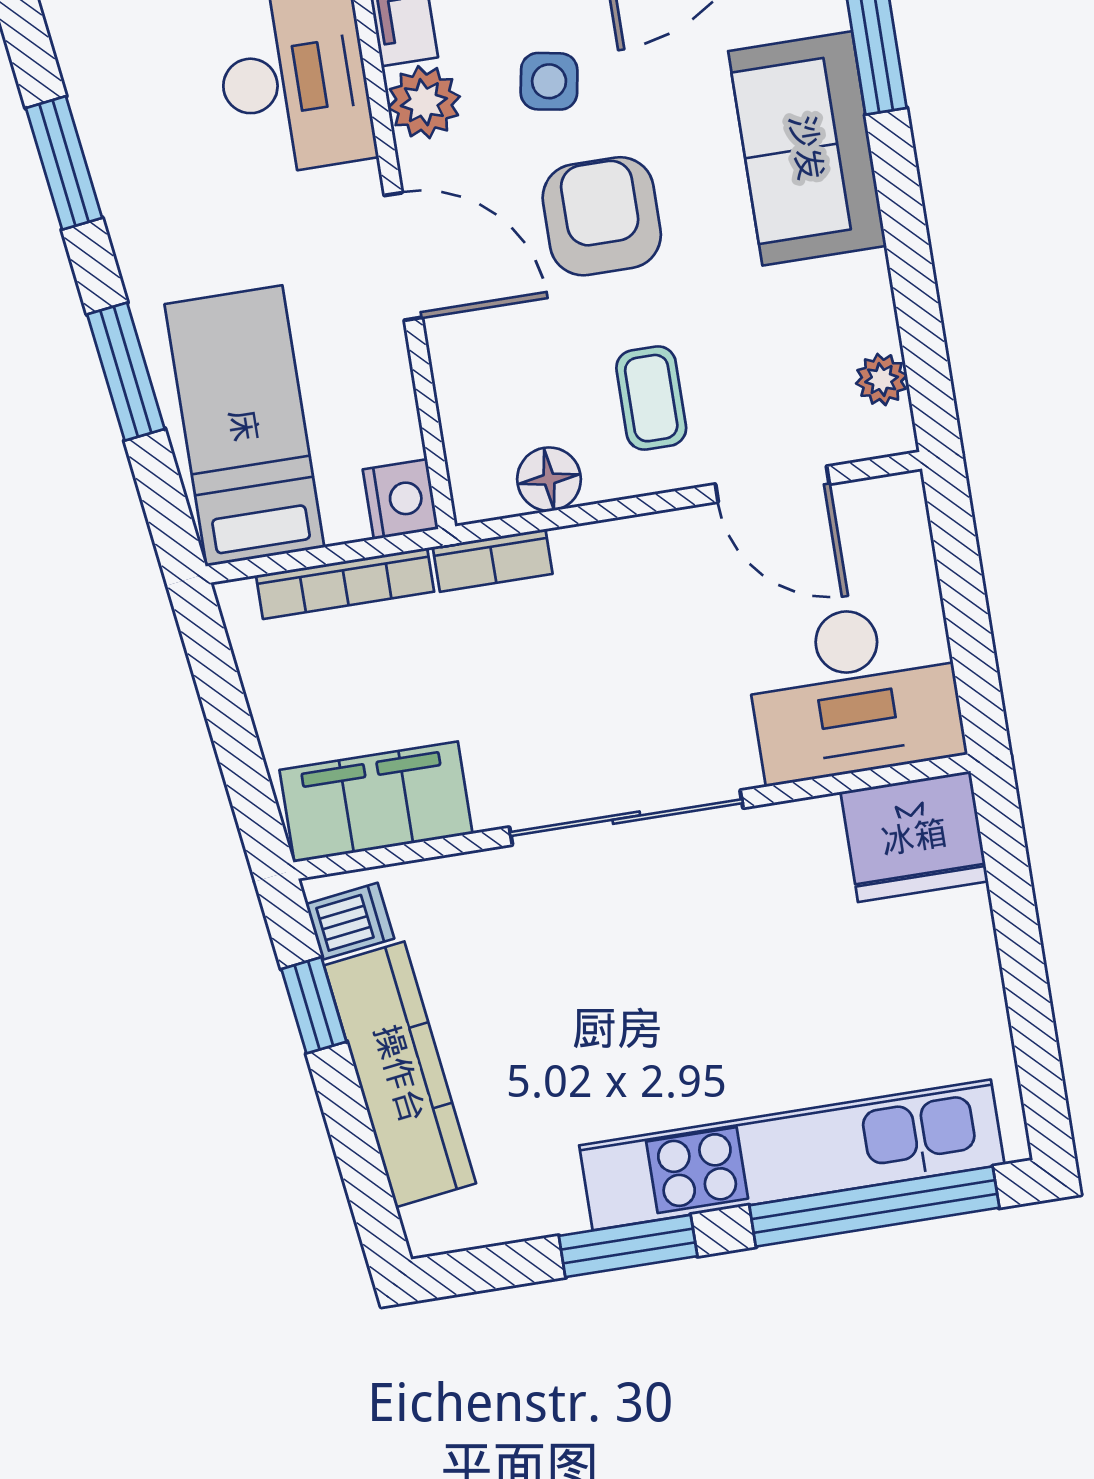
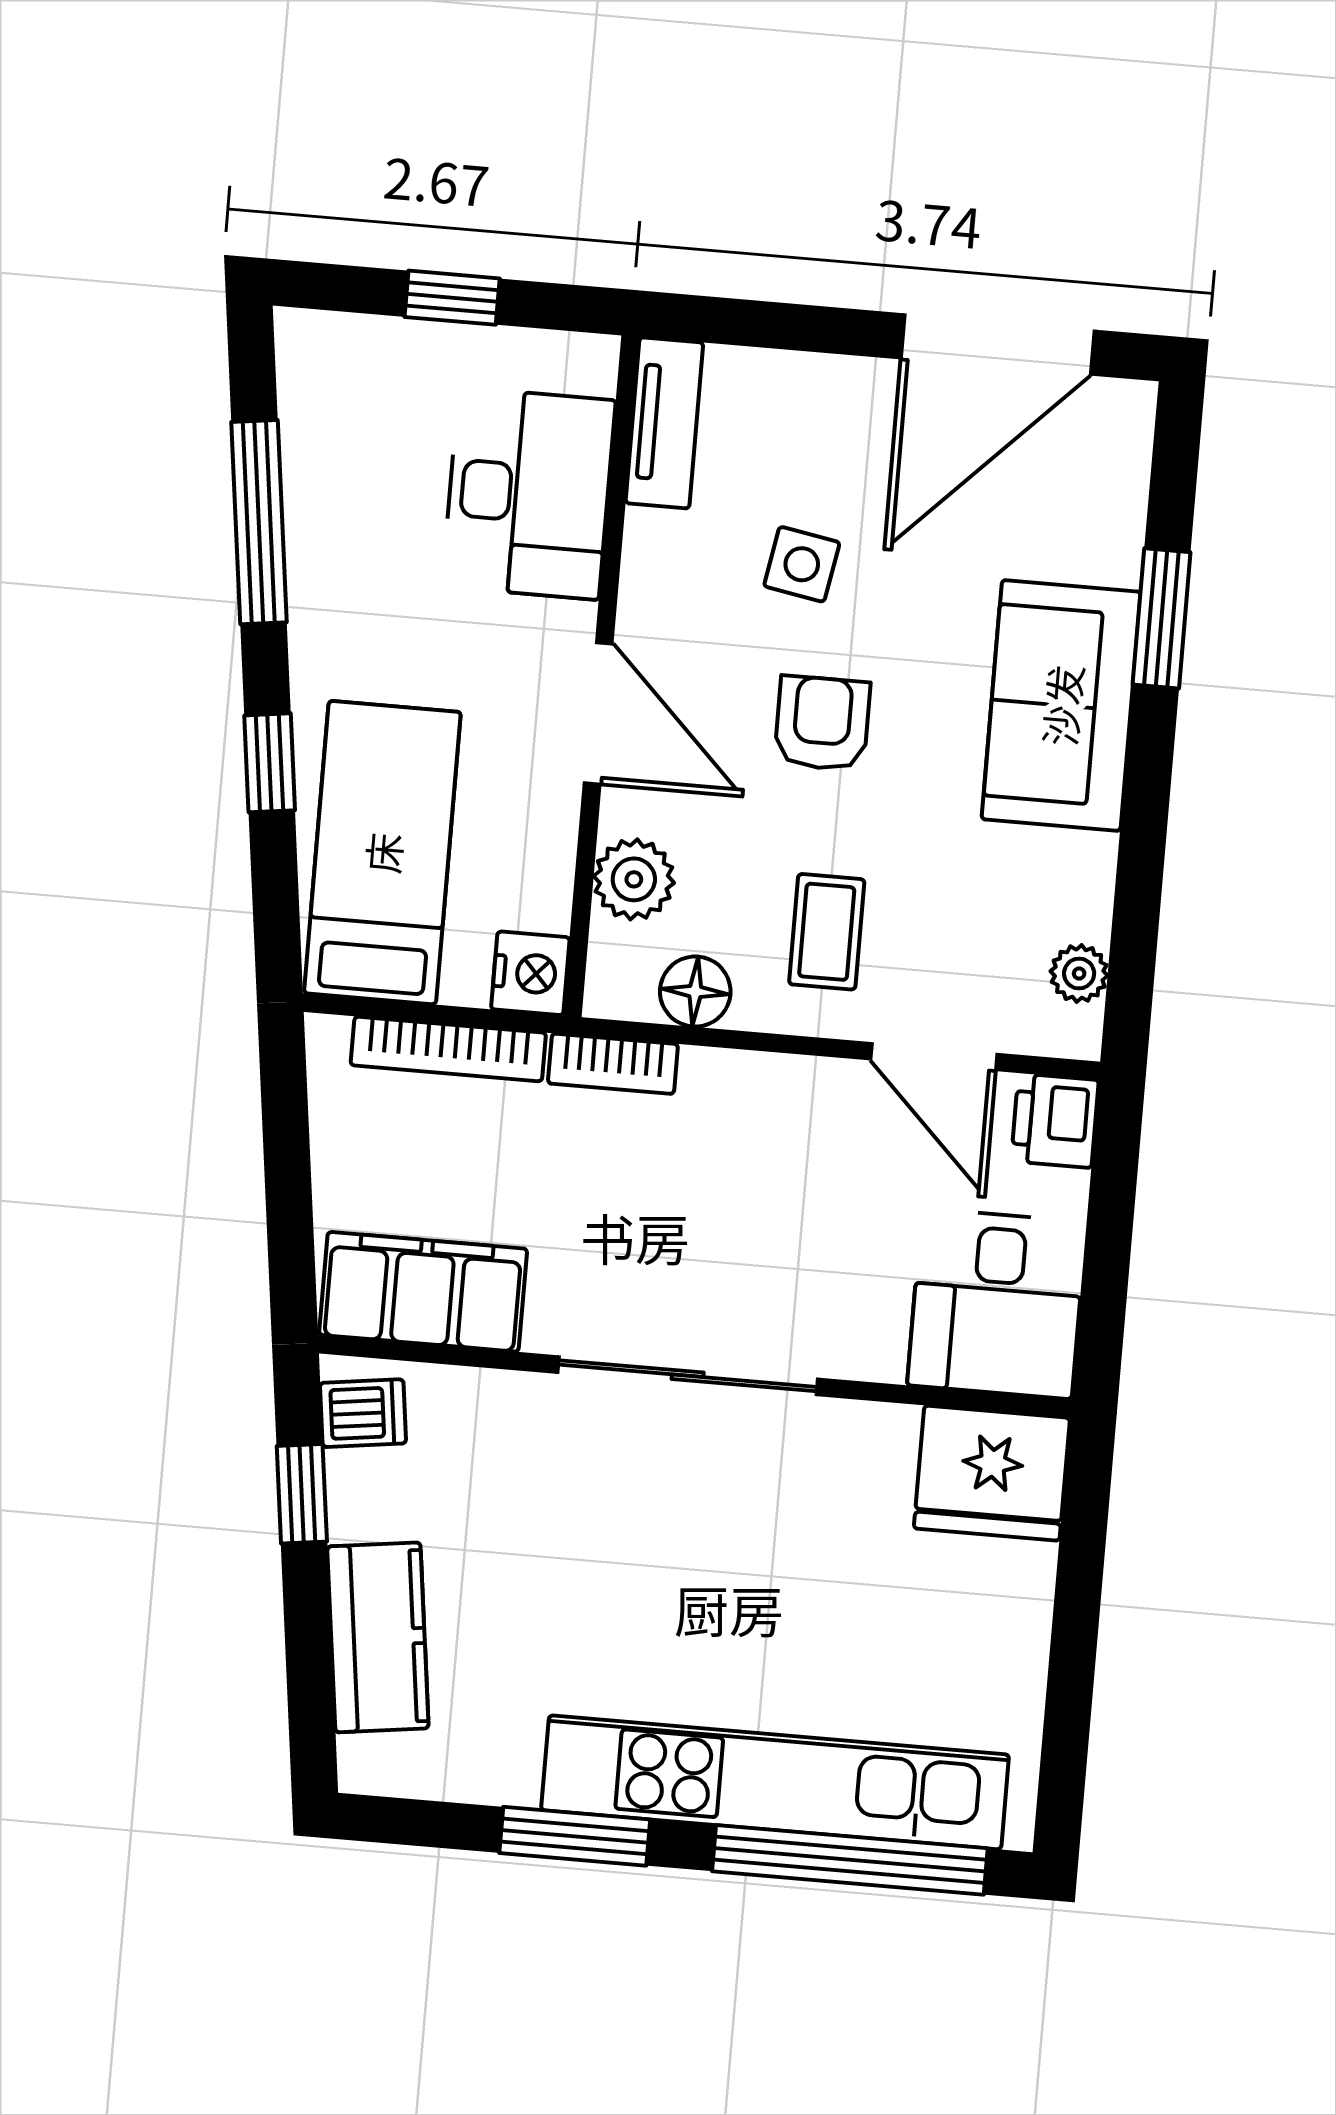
plant: (424, 102) -> (634, 879), moved
window: (64, 163) -> (259, 522), width x1.44
armchair: (602, 216) -> (822, 723), width x0.72, depth x0.72
window: (126, 372) -> (270, 763), width x0.67
printer: (893, 514) -> (1055, 1121), added
desk: (854, 691) -> (997, 1304), width x0.73
kitchen counter: (400, 1074) -> (378, 1637), width x0.67

